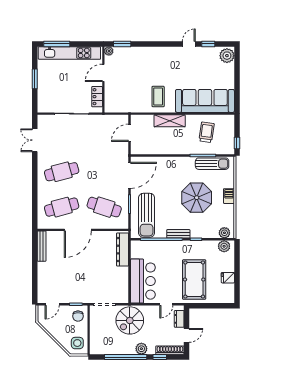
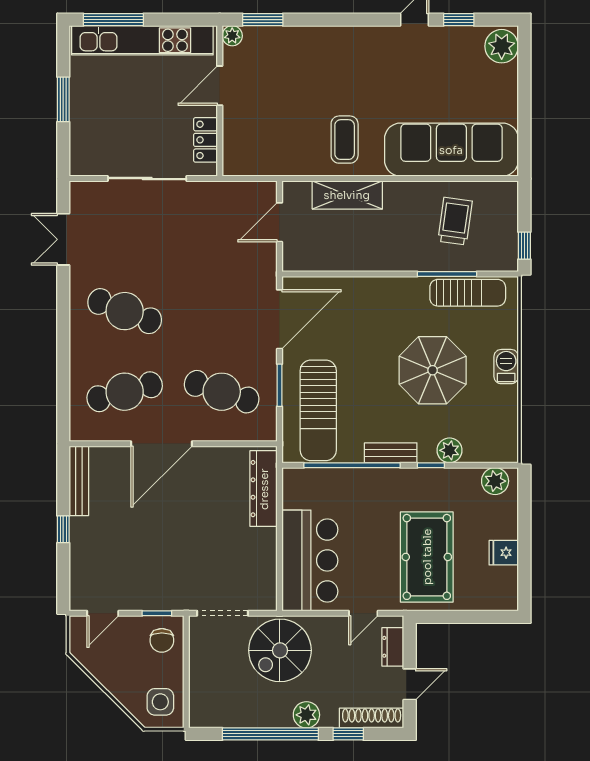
shelving: (170, 121) -> (347, 195), moved
cafe table: (62, 172) -> (125, 311), turned 36
plant: (224, 233) -> (449, 450), moved
window: (35, 267) -> (63, 529), added

